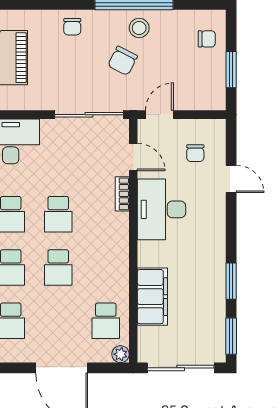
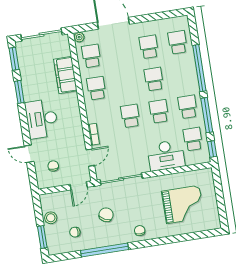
stool: (139, 28) -> (51, 218), moved
chair: (207, 39) -> (75, 232), moved
window: (231, 70) -> (42, 237), moved
door: (133, 157) -> (90, 158), swing flipped
desk: (162, 209) -> (42, 119), moved, turned 180
school desk: (58, 267) -> (96, 88), moved

